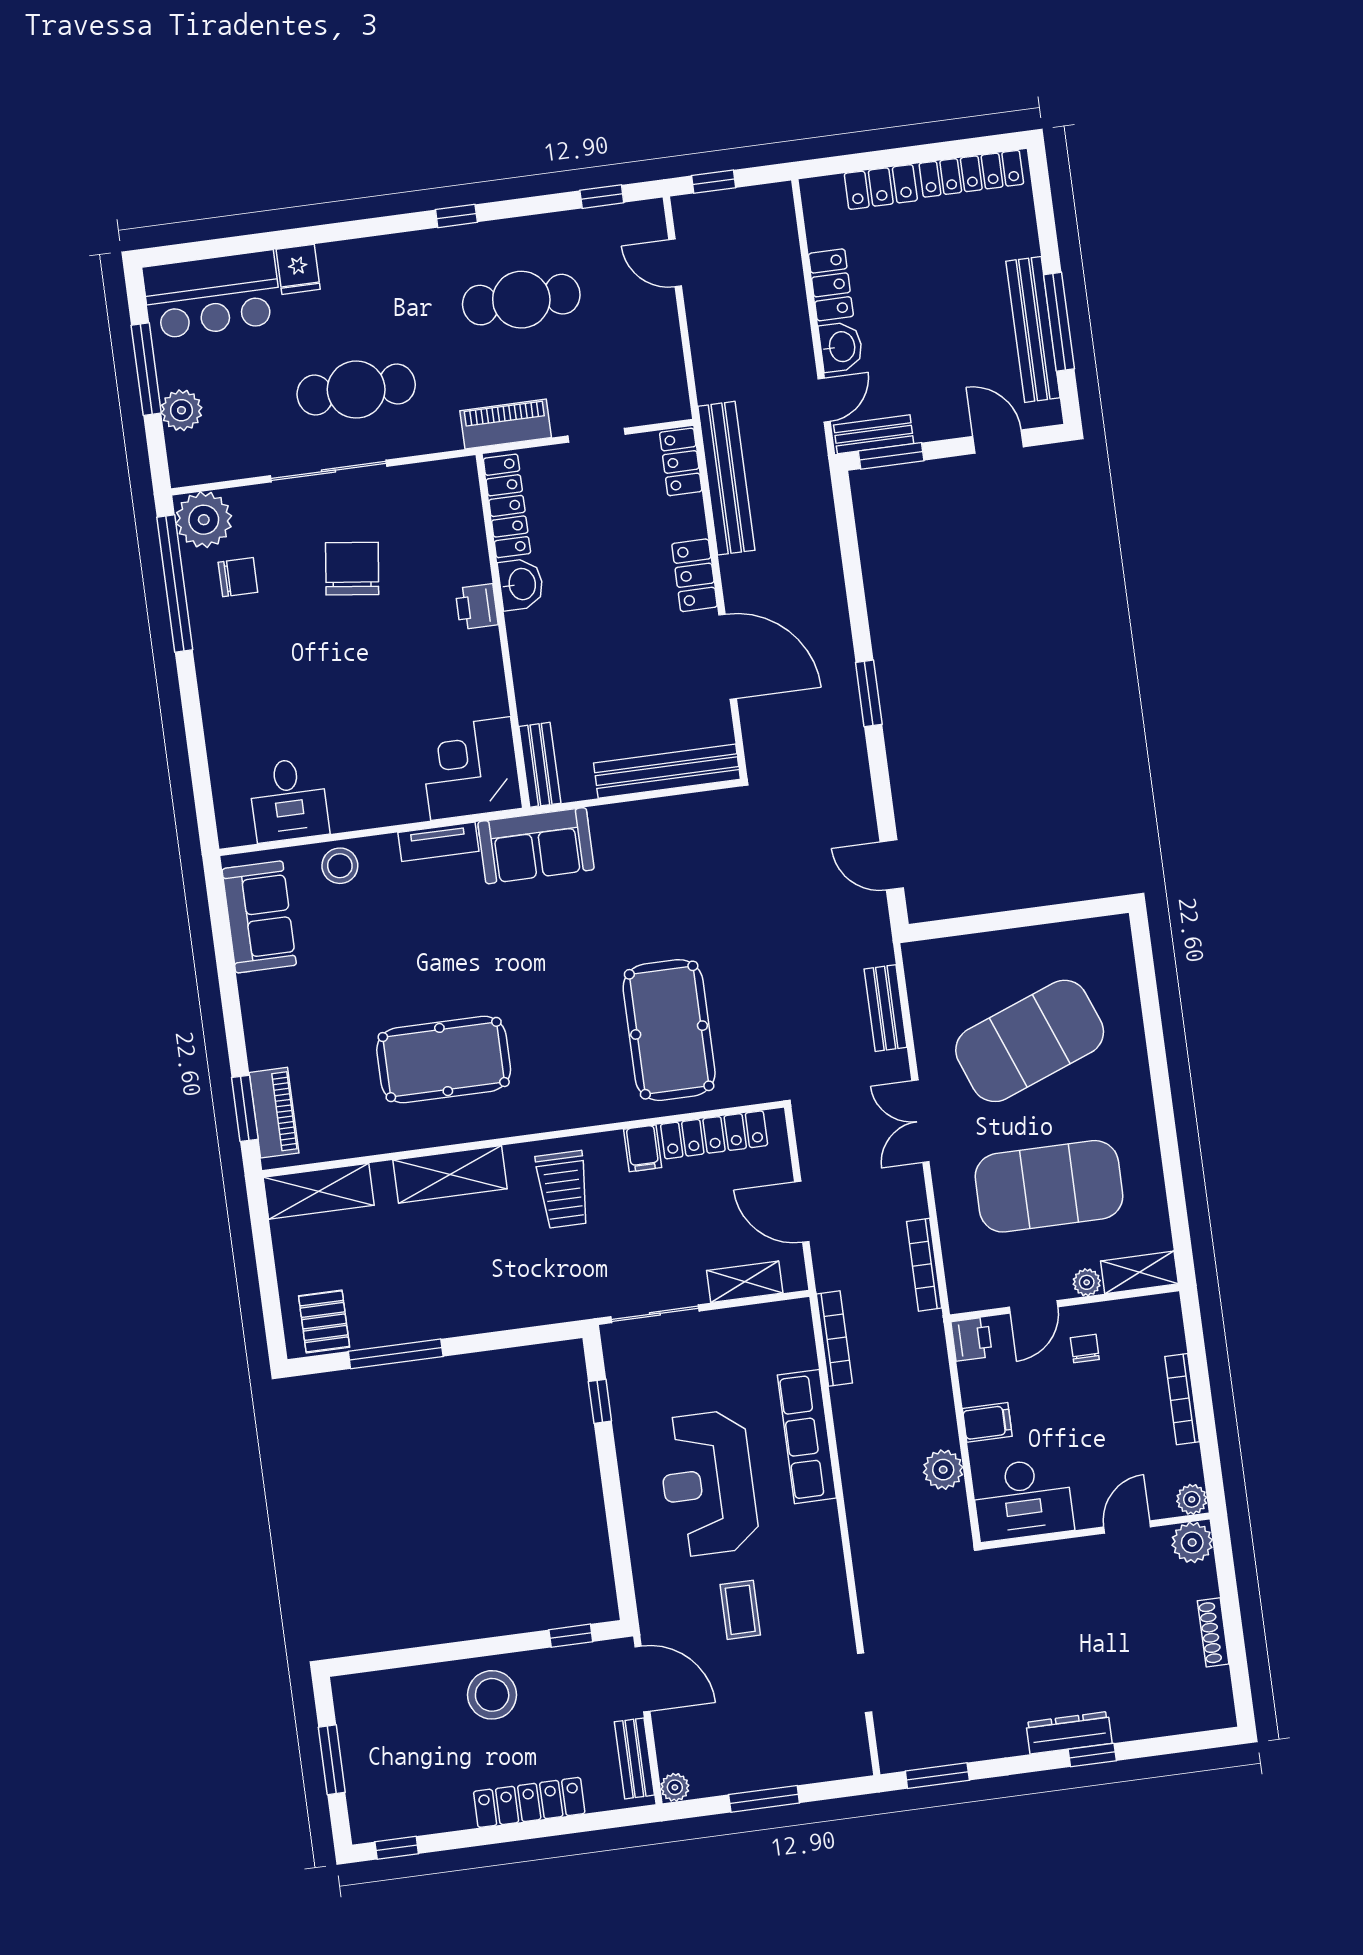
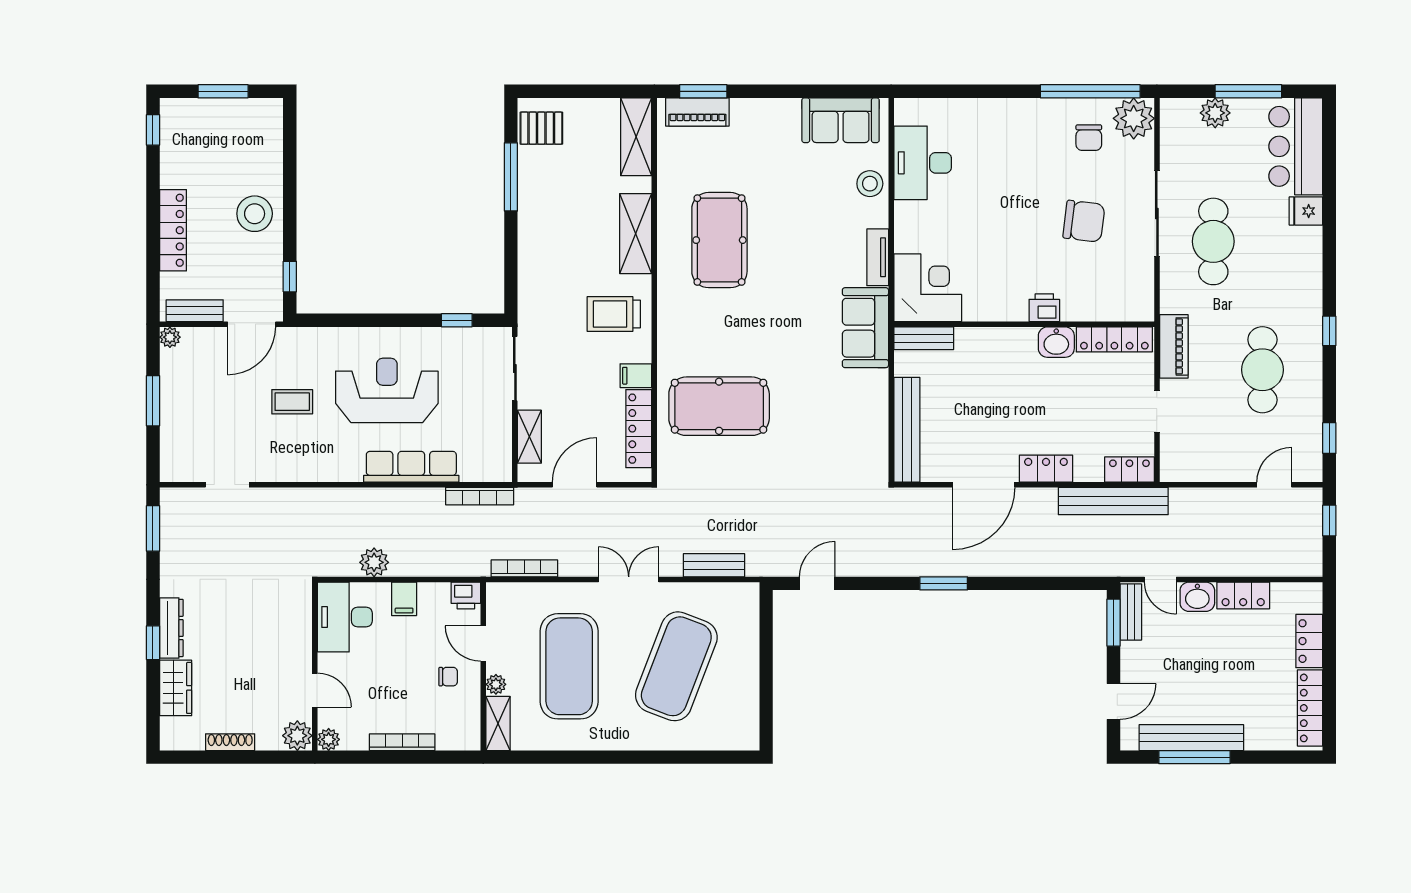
desk: (289, 800) -> (923, 163), width x1.37
exercise mat: (1030, 1041) -> (676, 666), turned 42
wardrobe: (1150, 1716) -> (176, 688), added

